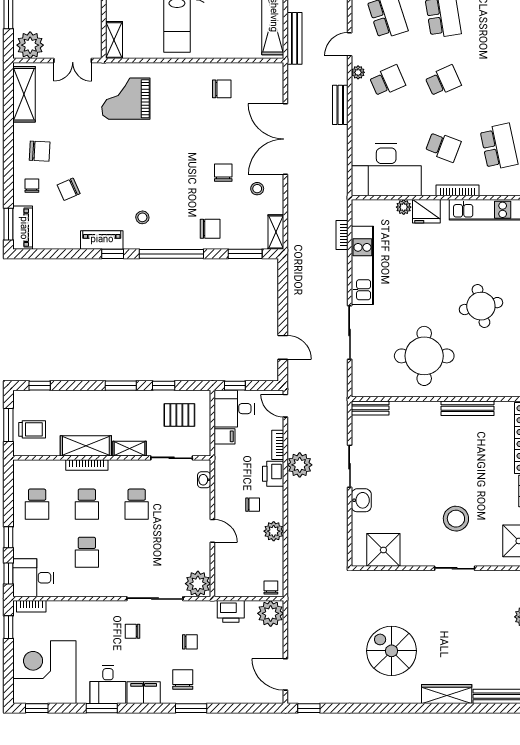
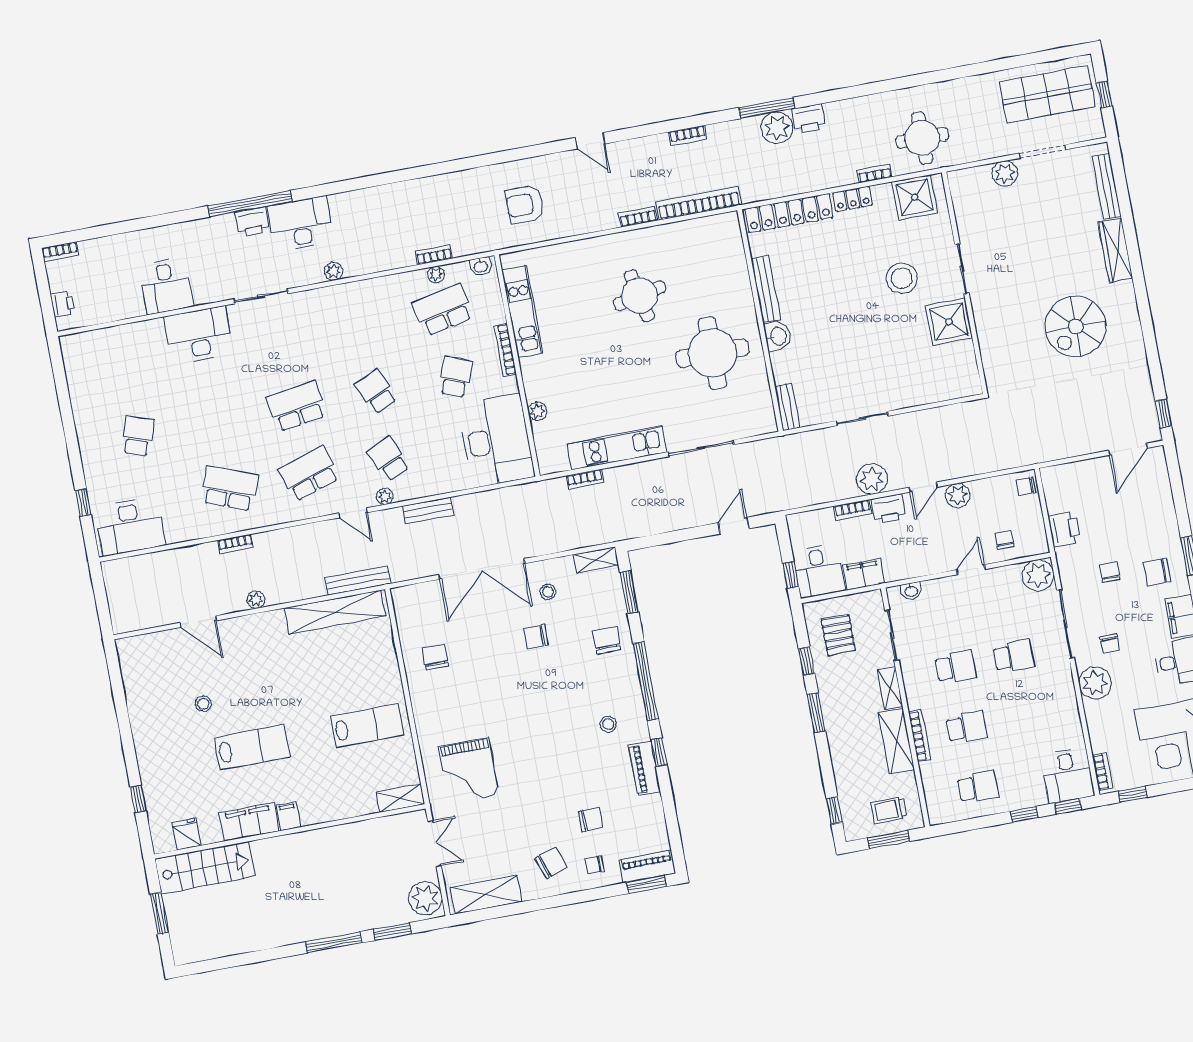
chair: (40, 151) -> (551, 863), turned 69
chair: (69, 189) -> (591, 820), turned -66
fridge: (426, 211) -> (537, 383), removed
door: (285, 406) -> (923, 487), moved
trolley: (32, 429) -> (889, 810), turned -90
filing cabinet: (225, 436) -> (863, 574), width x2.00
washbasin: (361, 500) -> (778, 336), moved, turned 90
chair: (253, 505) -> (1004, 540), moved
shower: (383, 550) -> (949, 322), moved
school desk: (87, 552) -> (1014, 656), moved
plant: (271, 613) -> (1095, 683), moved

